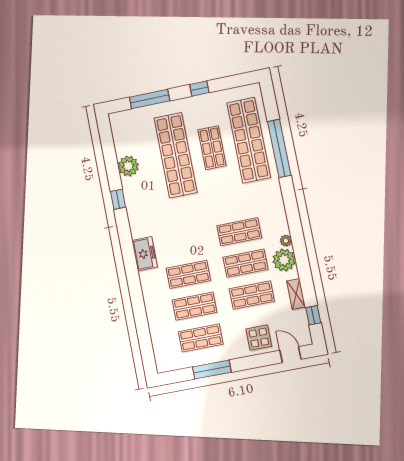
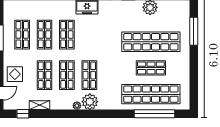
window: (199, 89) -> (194, 67), removed
window: (279, 148) -> (155, 114), moved
plant: (284, 260) -> (90, 102), moved

